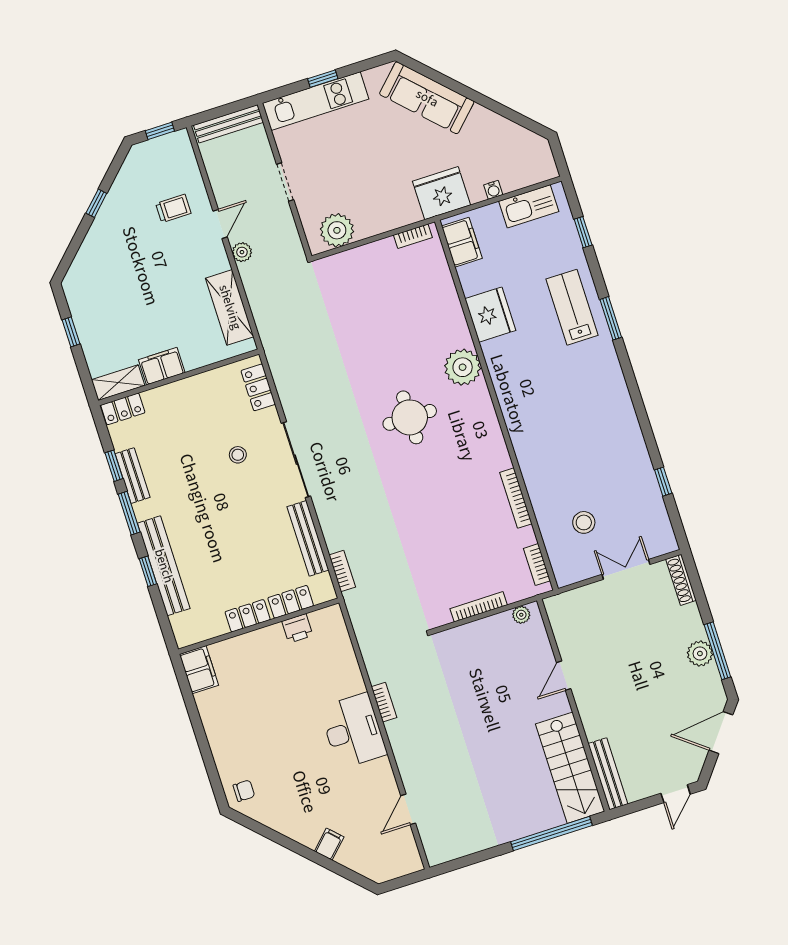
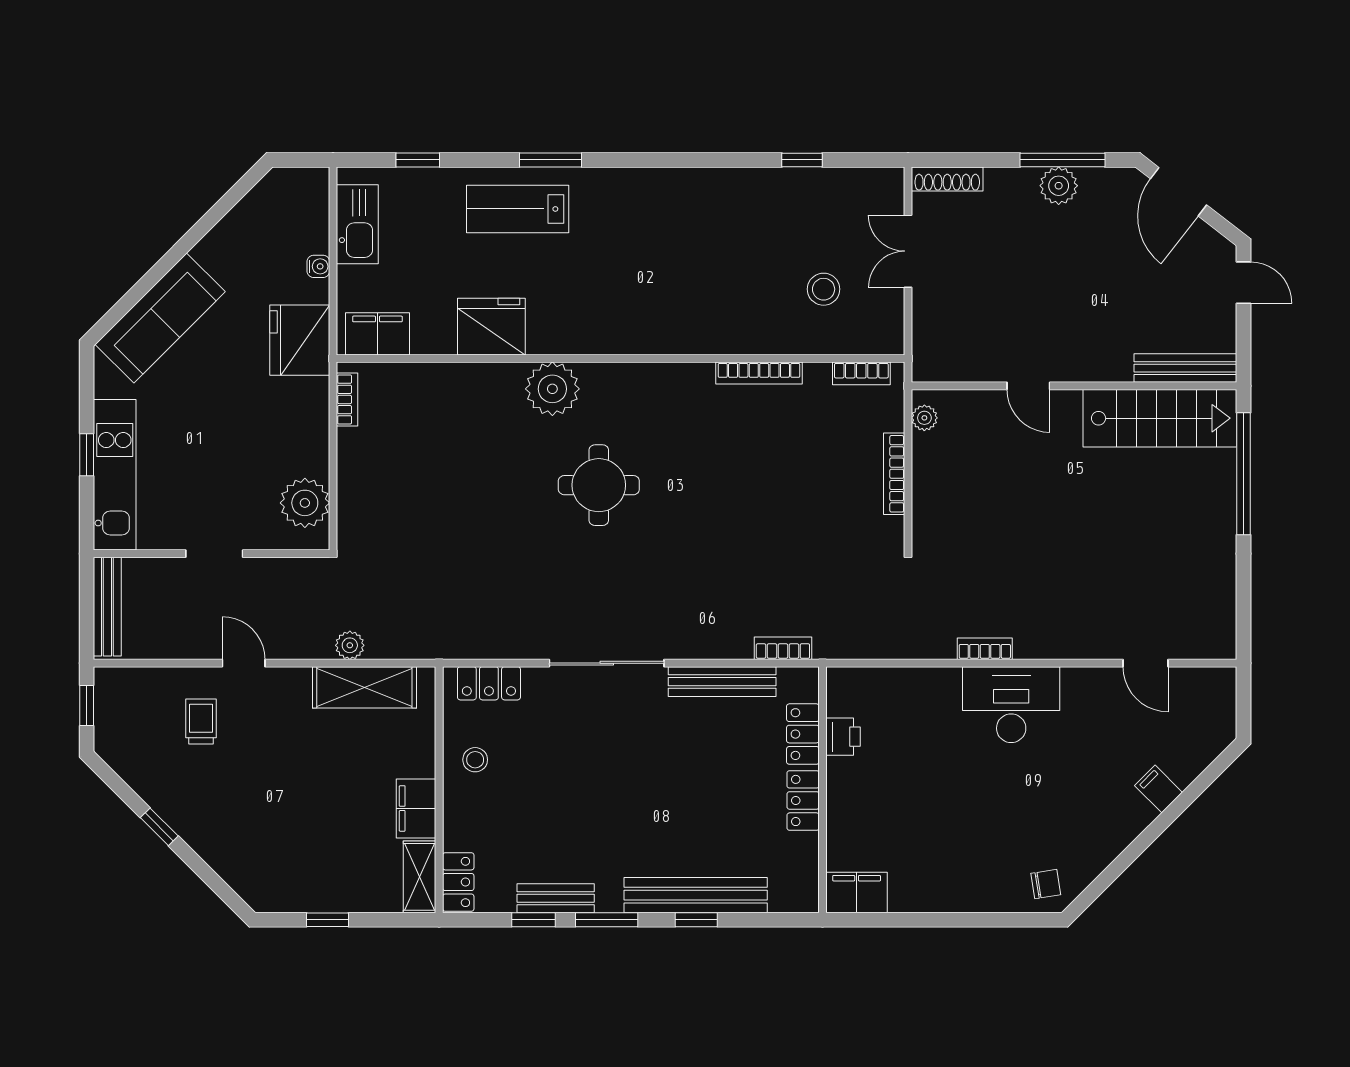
plant: (242, 252) -> (350, 645), moved
stool: (238, 455) -> (475, 760), moved
chair: (244, 791) -> (1046, 884), turned 81

